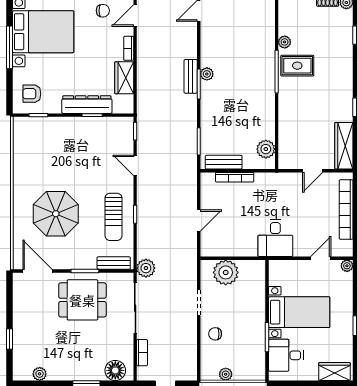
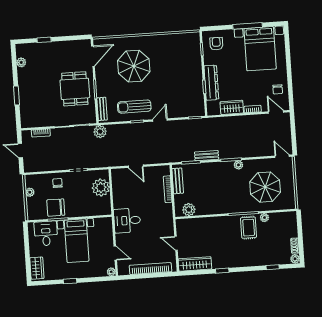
parasol: (241, 38) -> (265, 187), added
bench: (191, 76) -> (207, 156), moved
door: (135, 165) -> (160, 120), moved
chair: (250, 339) -> (56, 208), added
floor lamp: (115, 370) -> (27, 115), removed

